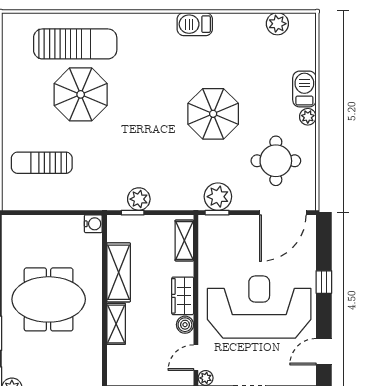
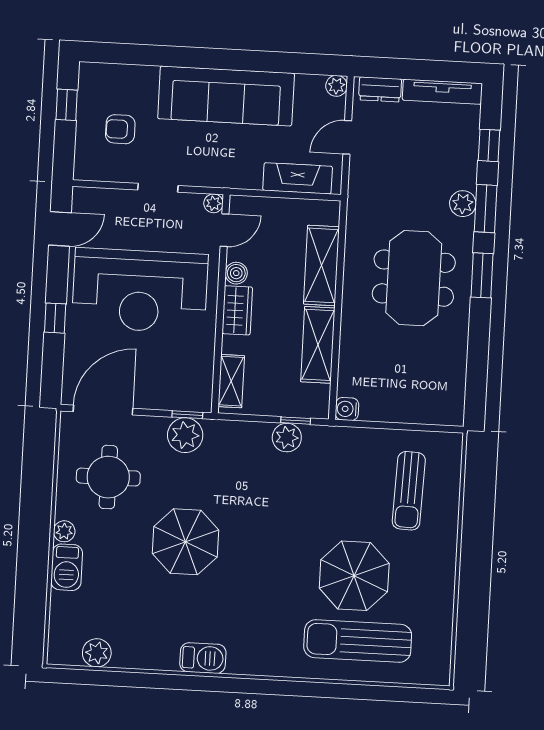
sun lounger: (42, 163) -> (409, 491), turned 92
meeting table: (49, 299) -> (414, 278), moved, turned 90
shelving: (116, 324) -> (321, 265), width x1.50, depth x1.33

